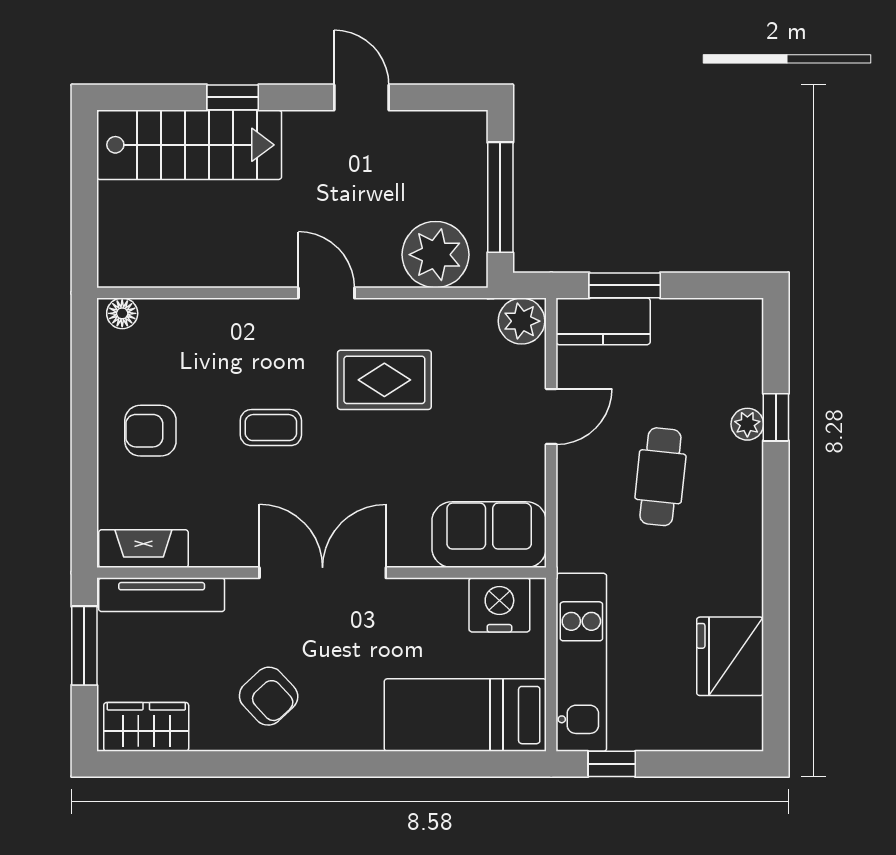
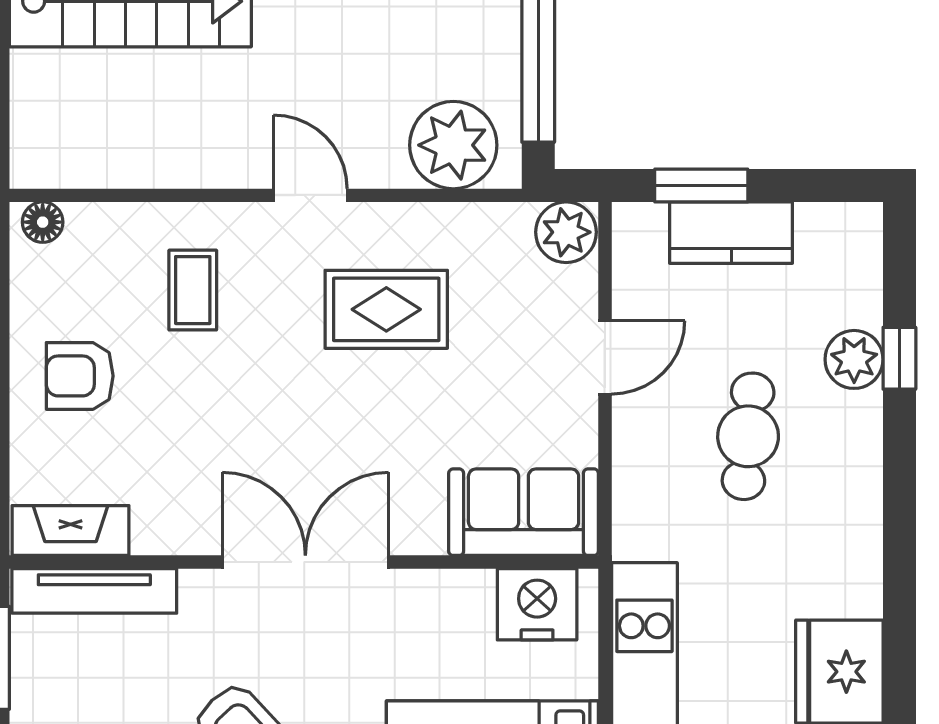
kitchen counter: (603, 321) -> (731, 233), moved
plant: (747, 424) -> (854, 359), width x1.38, depth x1.38
coffee table: (271, 428) -> (193, 290), moved, turned 90

